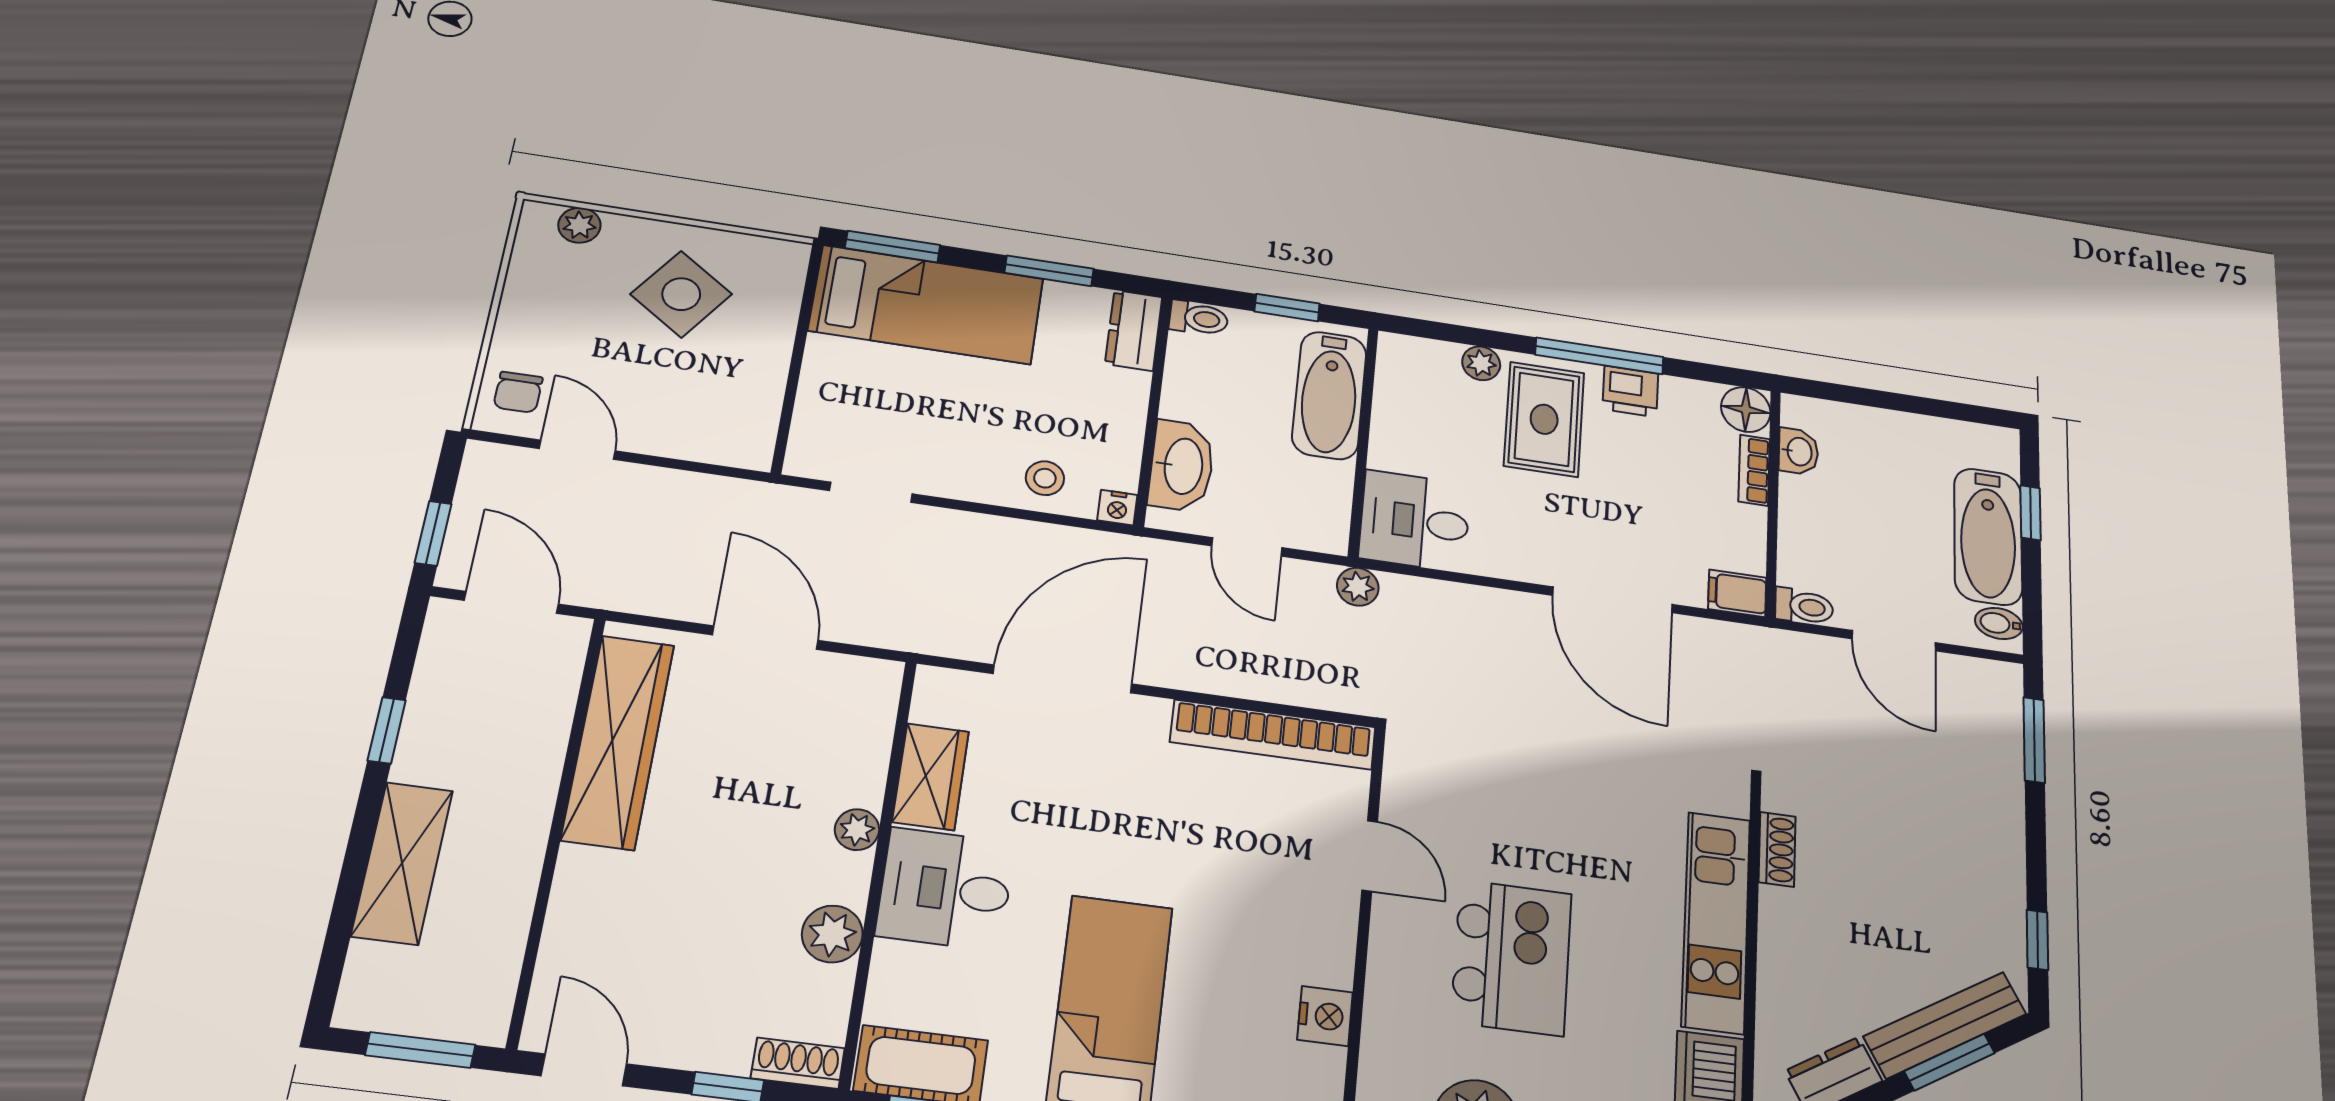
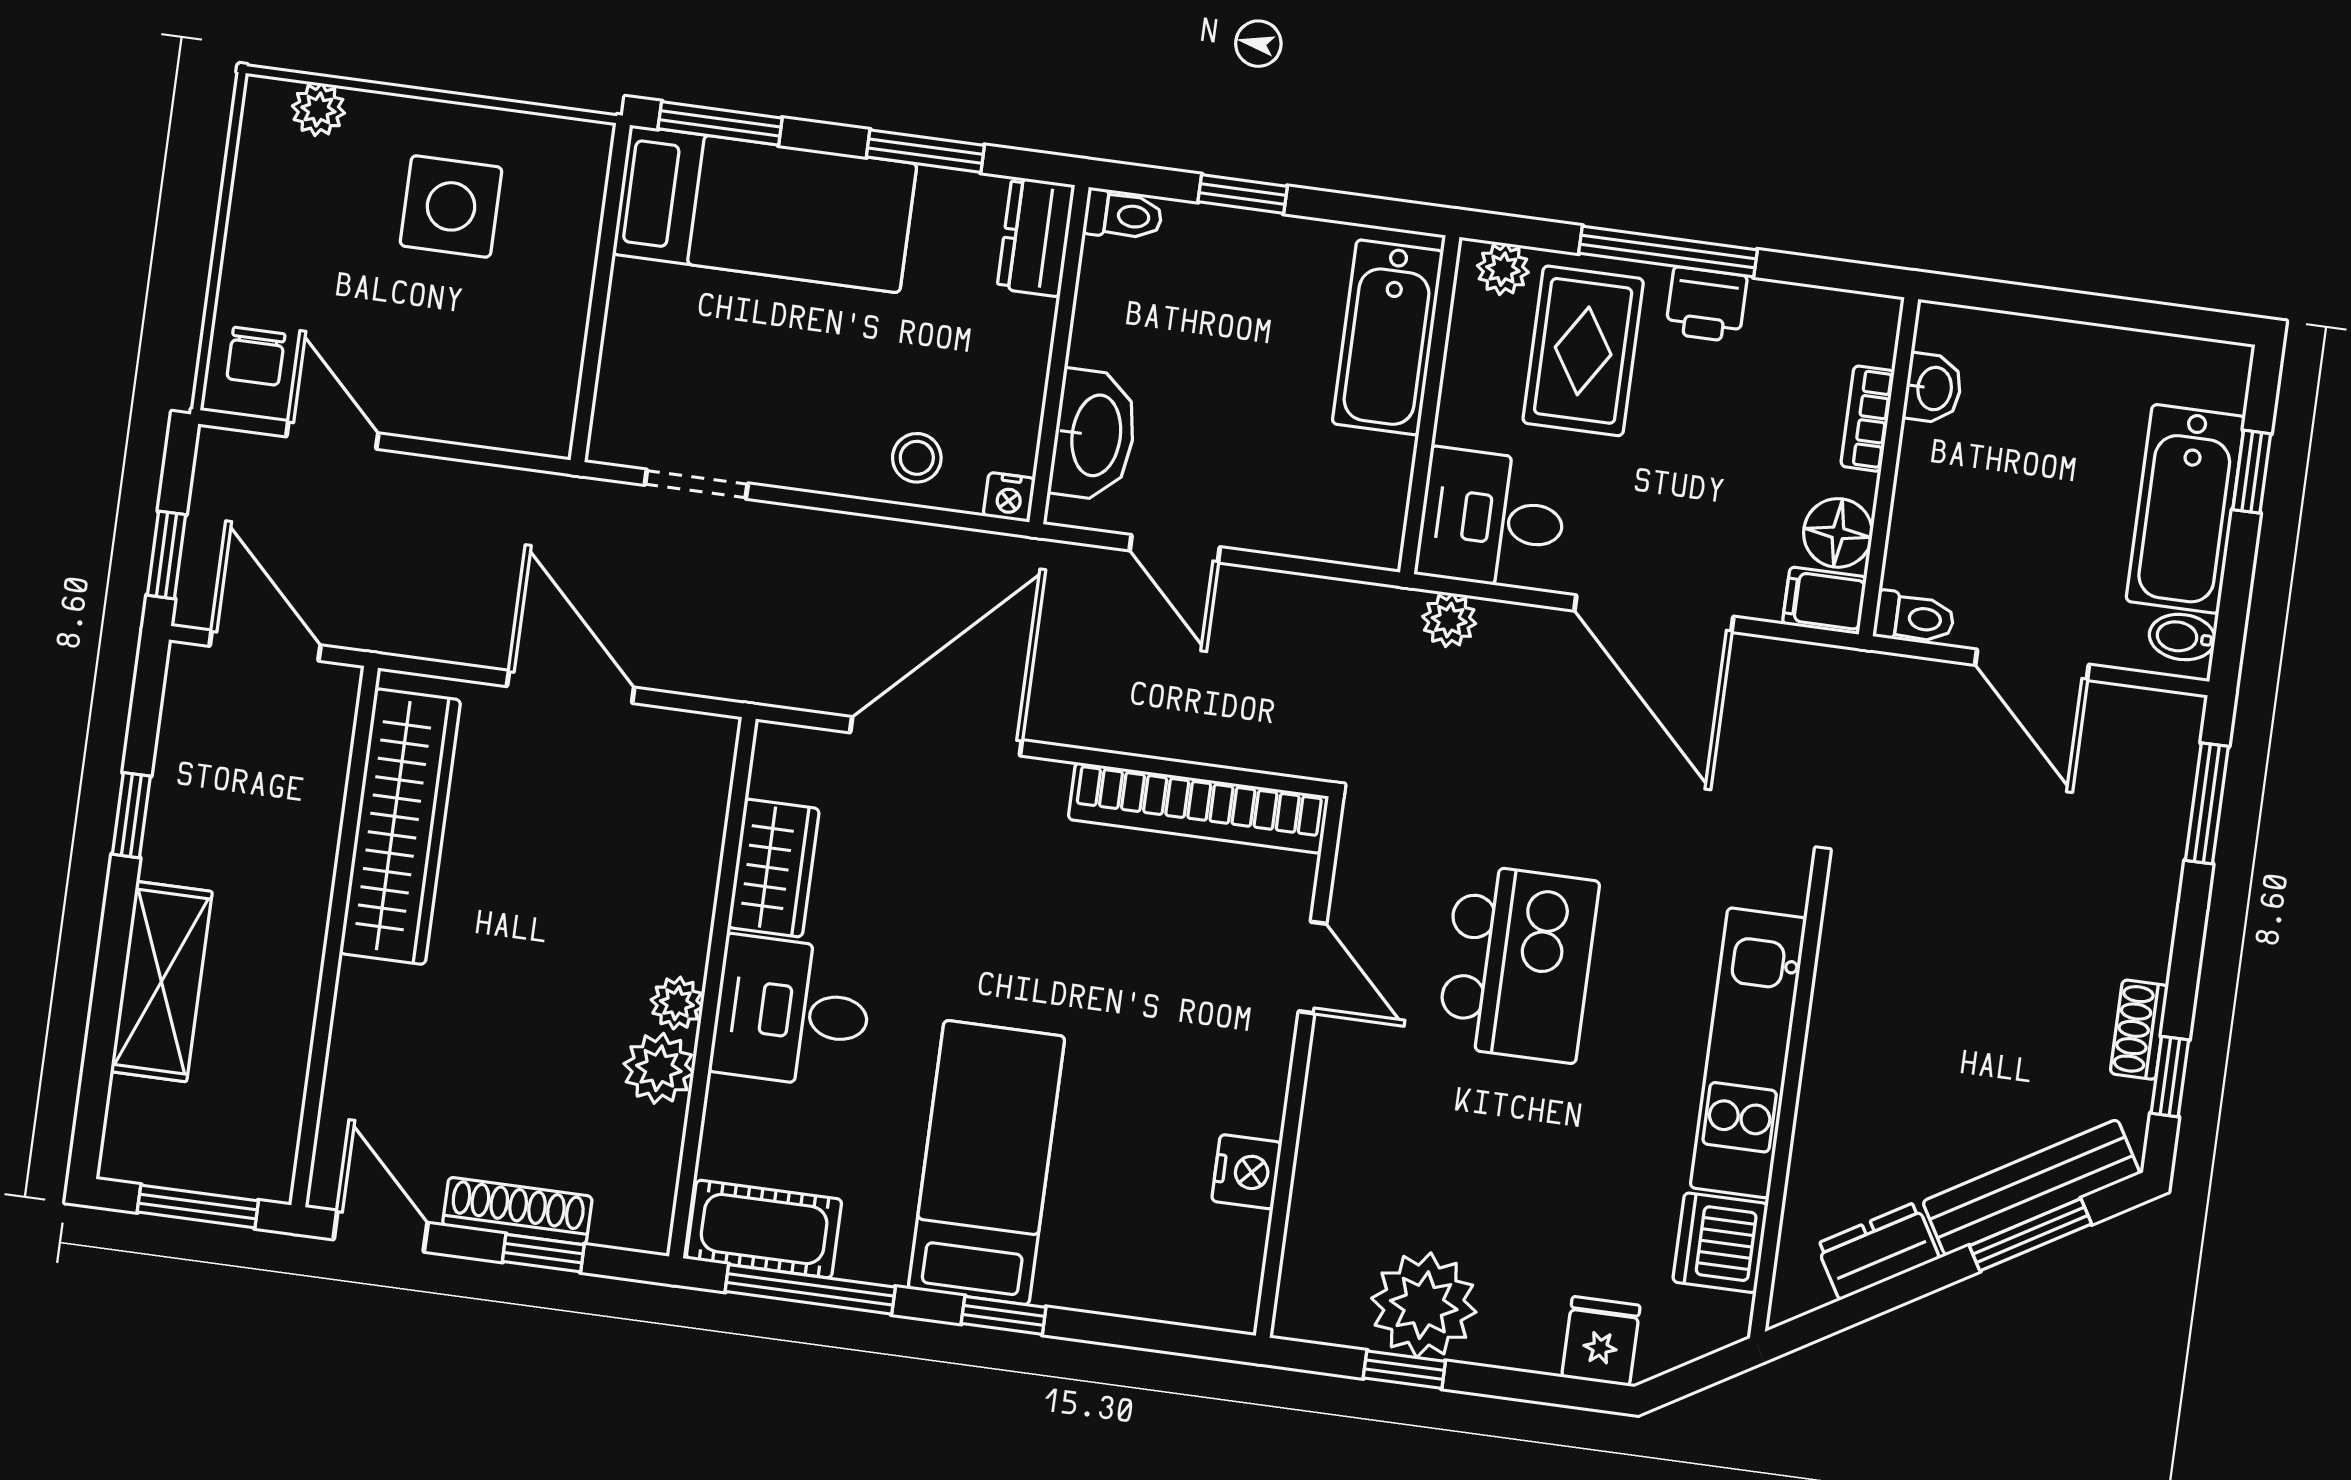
side table: (681, 294) -> (451, 206), turned -35
bathtub: (1329, 395) -> (1388, 337), moved
floor lamp: (1746, 410) -> (1838, 533), moved
wall: (1363, 442) -> (1430, 405), moved
desk: (1415, 521) -> (1492, 519), moved
plant: (1358, 587) -> (1449, 620), moved
plant: (857, 830) -> (677, 1003), moved
shoe rack: (1777, 849) -> (2139, 1030), moved, turned 180
kitchen island: (1512, 957) -> (1518, 963), moved
shoe rack: (798, 1063) -> (517, 1211), moved, width x1.43

